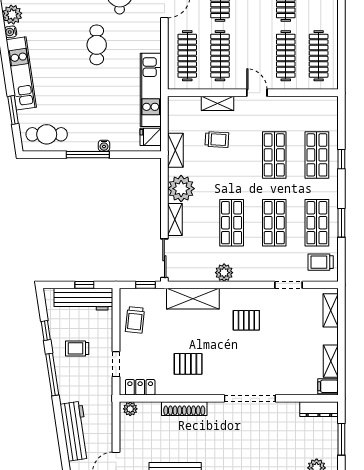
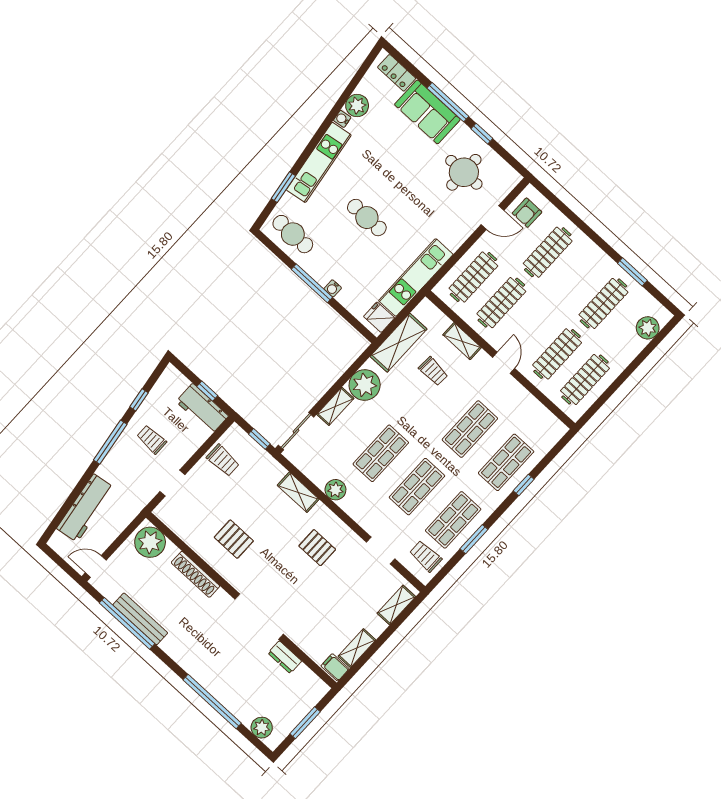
cafe table: (97, 45) -> (367, 218), moved, turned 90
shelving: (175, 150) -> (399, 343), width x1.50, depth x1.33
workbench: (83, 299) -> (202, 409), width x0.73
shelving: (193, 299) -> (298, 492), width x0.67, depth x0.75
trolley: (135, 320) -> (223, 460), turned -96
locker: (140, 387) -> (175, 522), removed
plant: (130, 409) -> (150, 542), width x1.88, depth x1.88
dresser: (319, 409) -> (285, 657), moved, width x0.70

